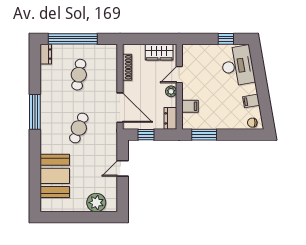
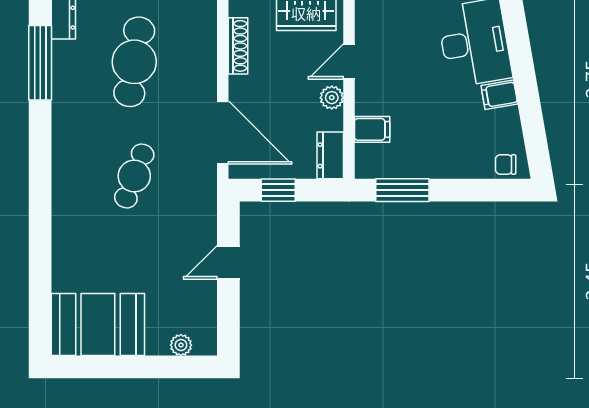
cafe table: (79, 75) -> (134, 62), width x1.37, depth x1.35
filing cabinet: (251, 101) -> (499, 95), moved
window: (35, 112) -> (40, 63), moved
booth: (55, 176) -> (98, 325), moved, turned 90
plant: (96, 203) -> (181, 345), width x0.53, depth x0.53

